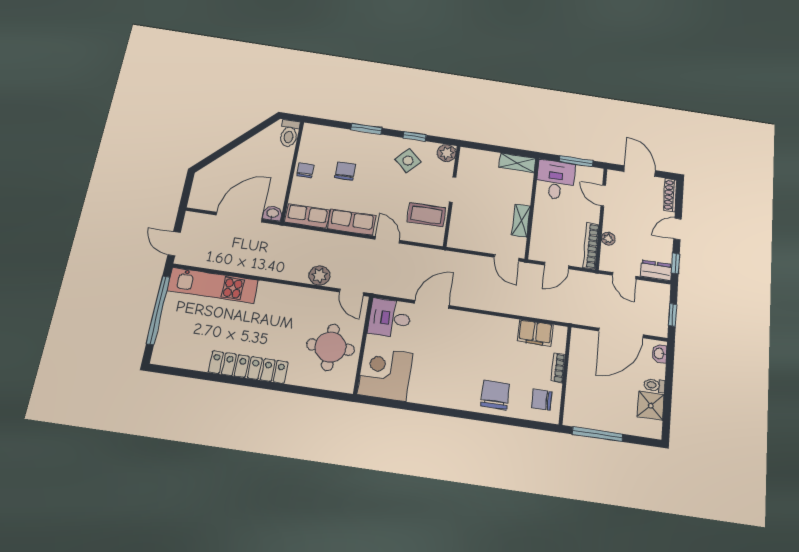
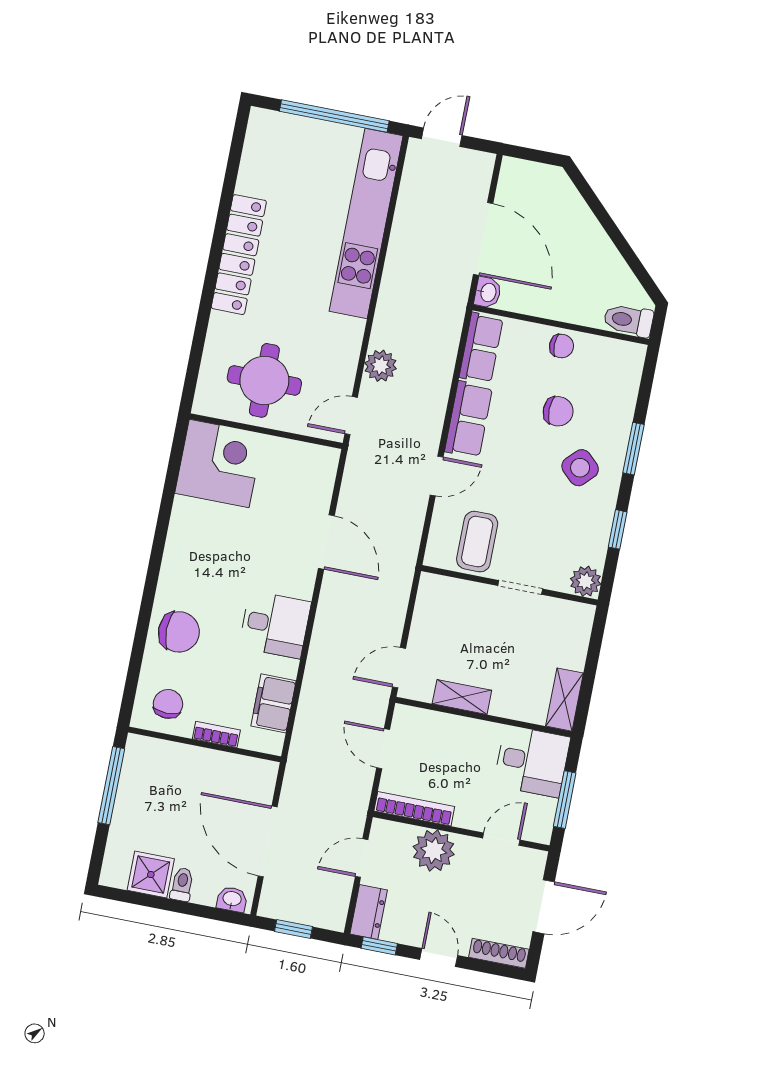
side table: (408, 161) -> (580, 468), moved
plant: (608, 239) -> (434, 850), width x1.87, depth x1.87
kitchen unit: (213, 285) -> (366, 224), width x1.36
desk: (390, 318) -> (275, 625), moved, turned 90

